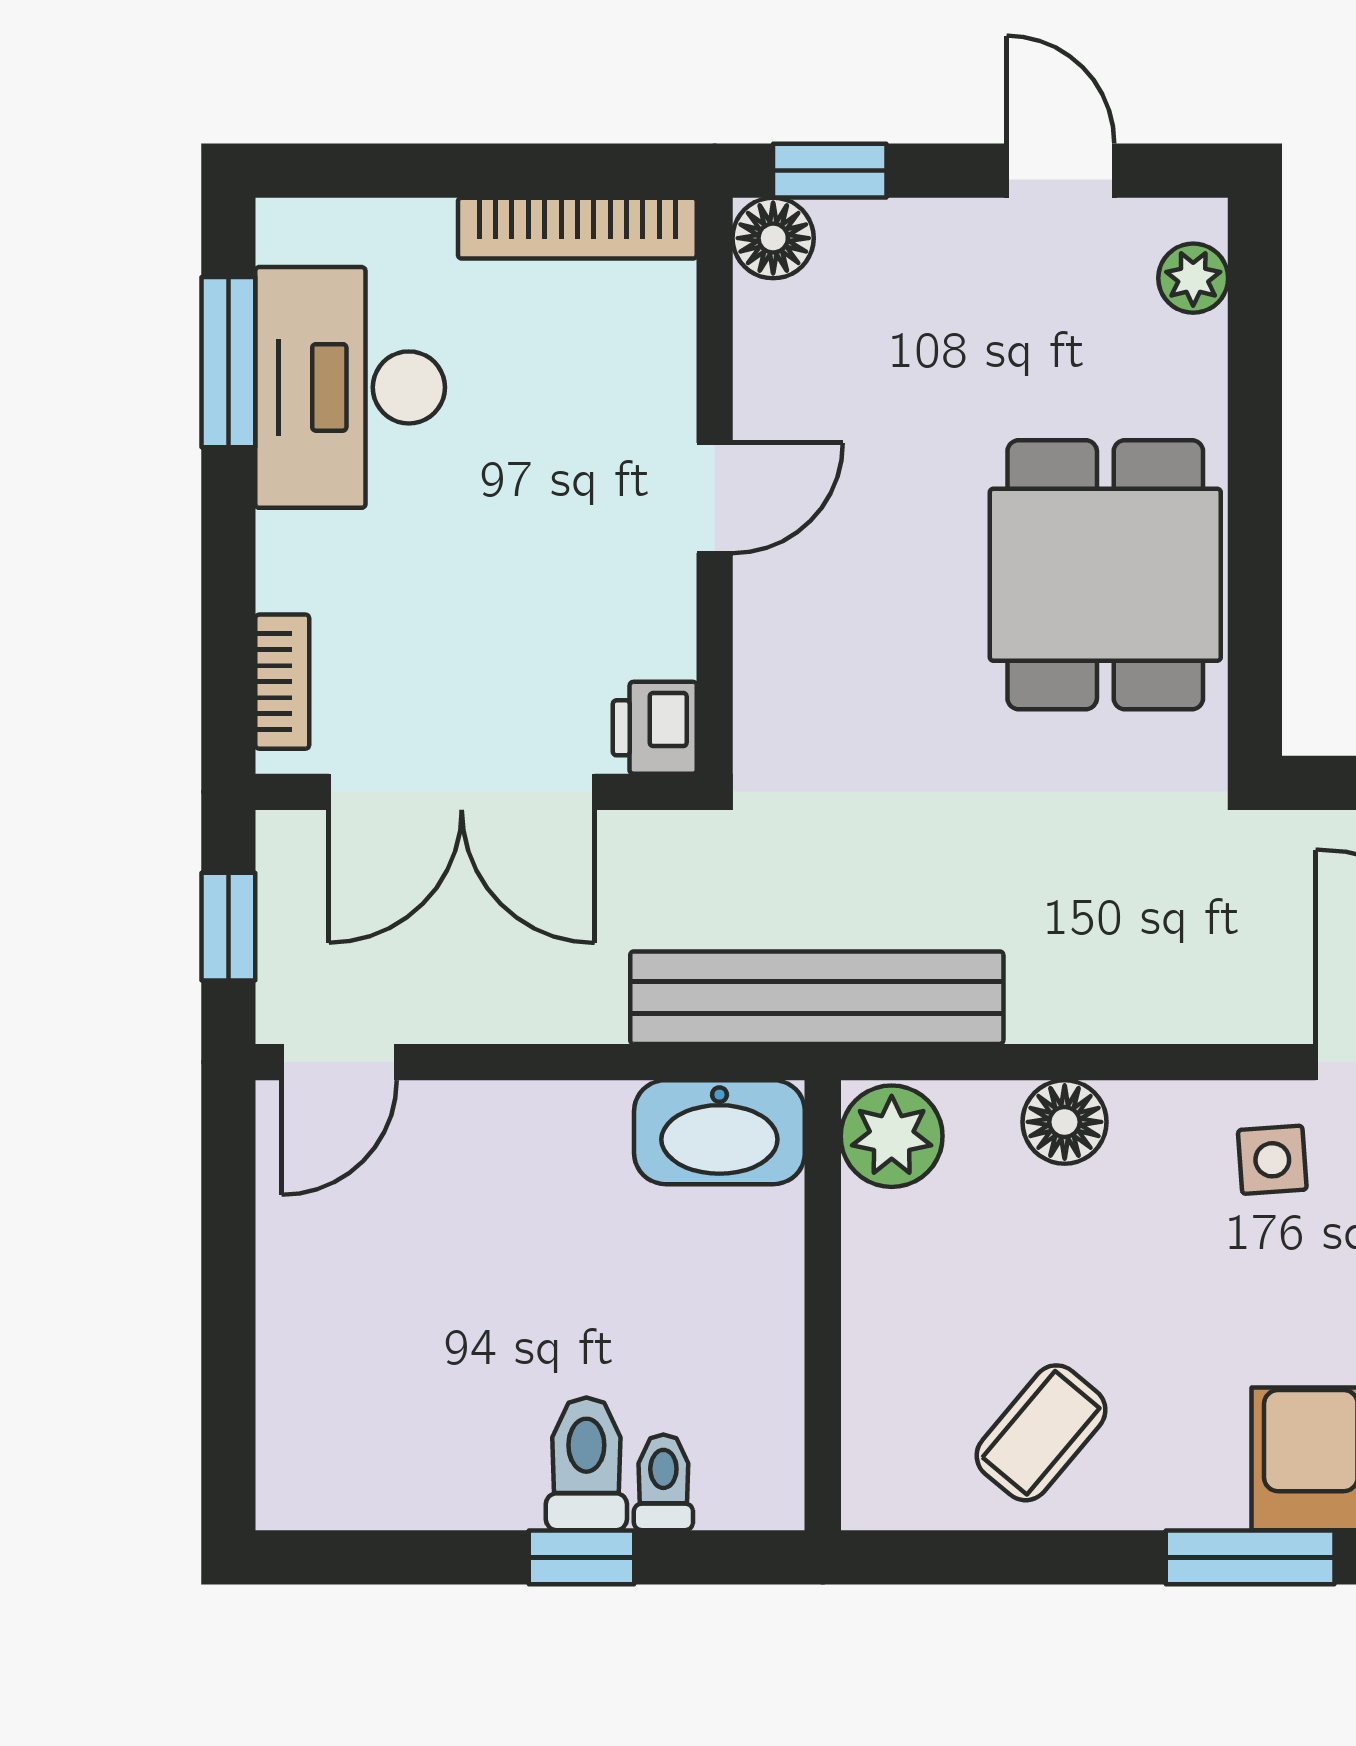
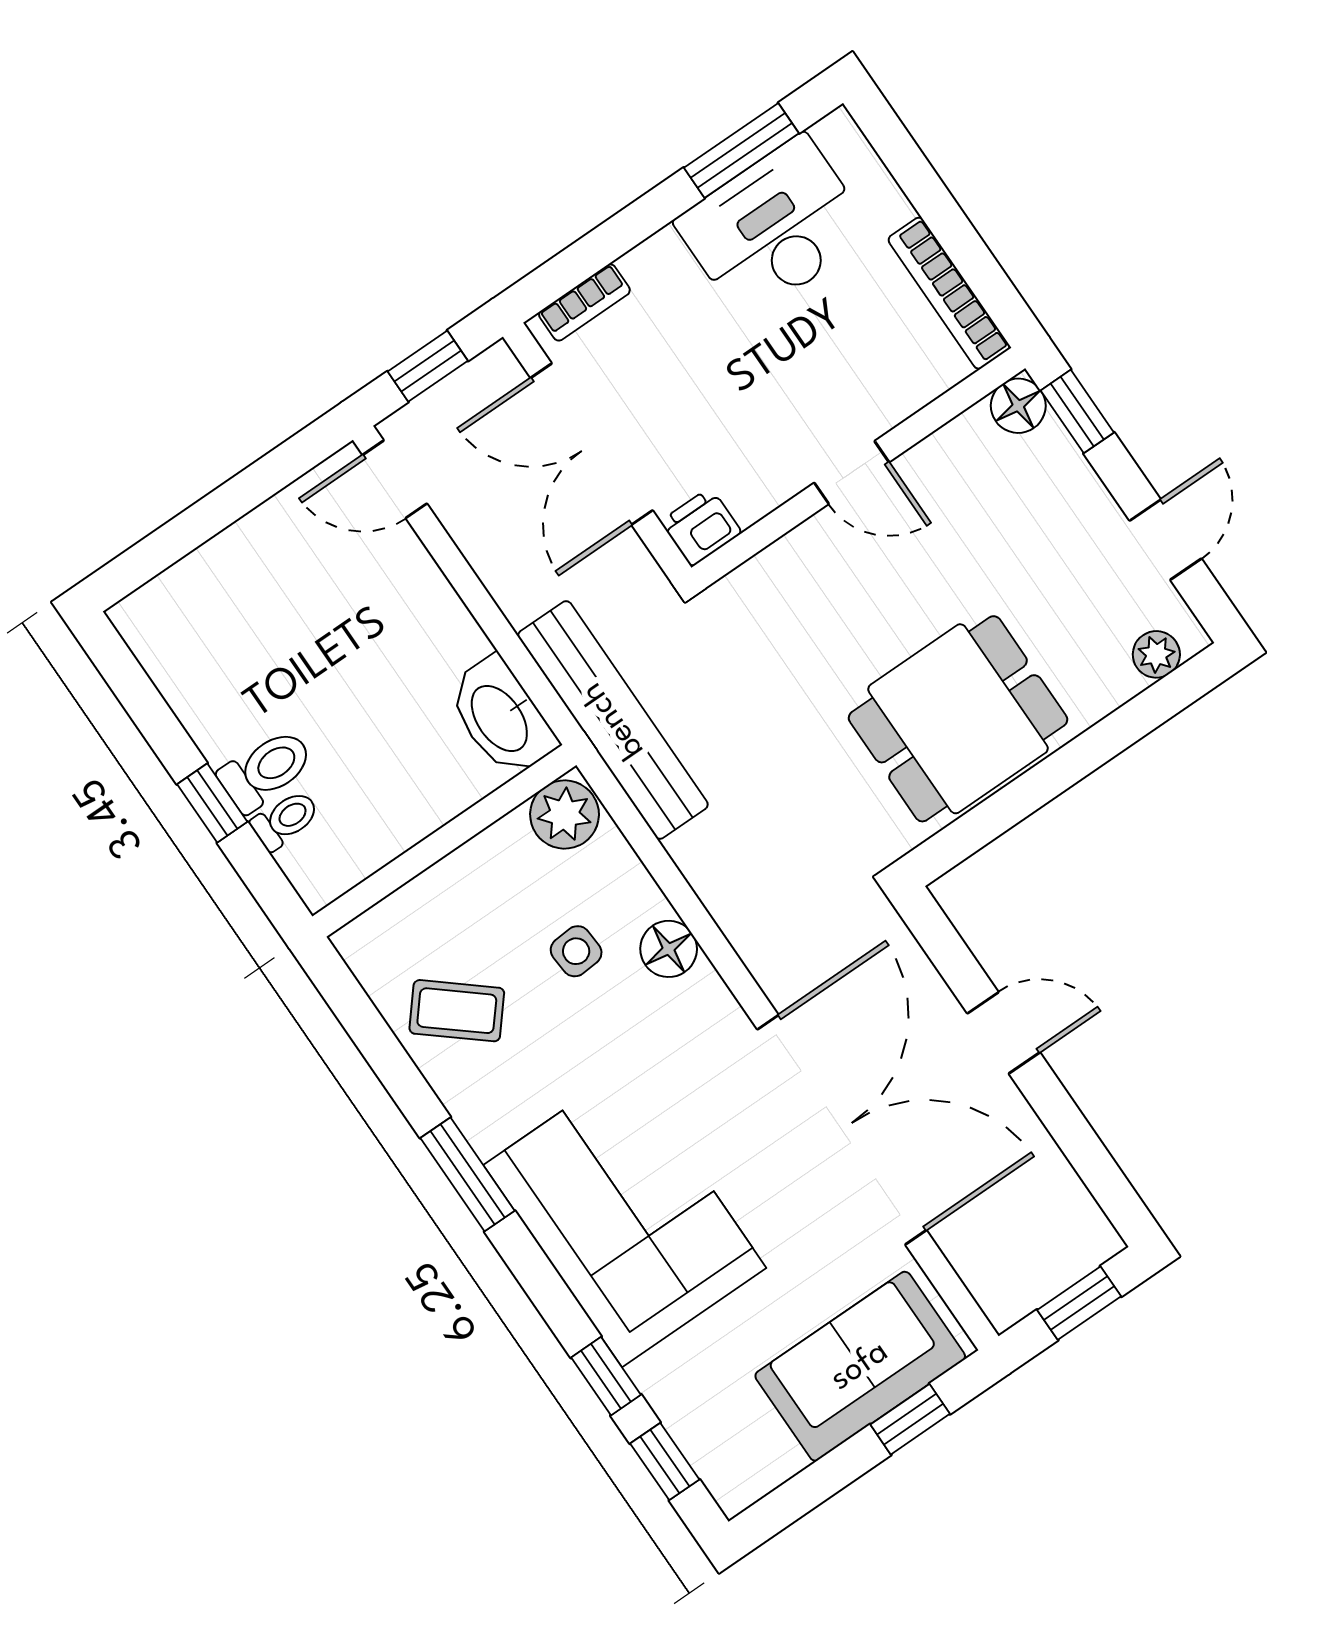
floor lamp: (1065, 1122) -> (669, 949), moved
side table: (1272, 1160) -> (576, 951), moved

